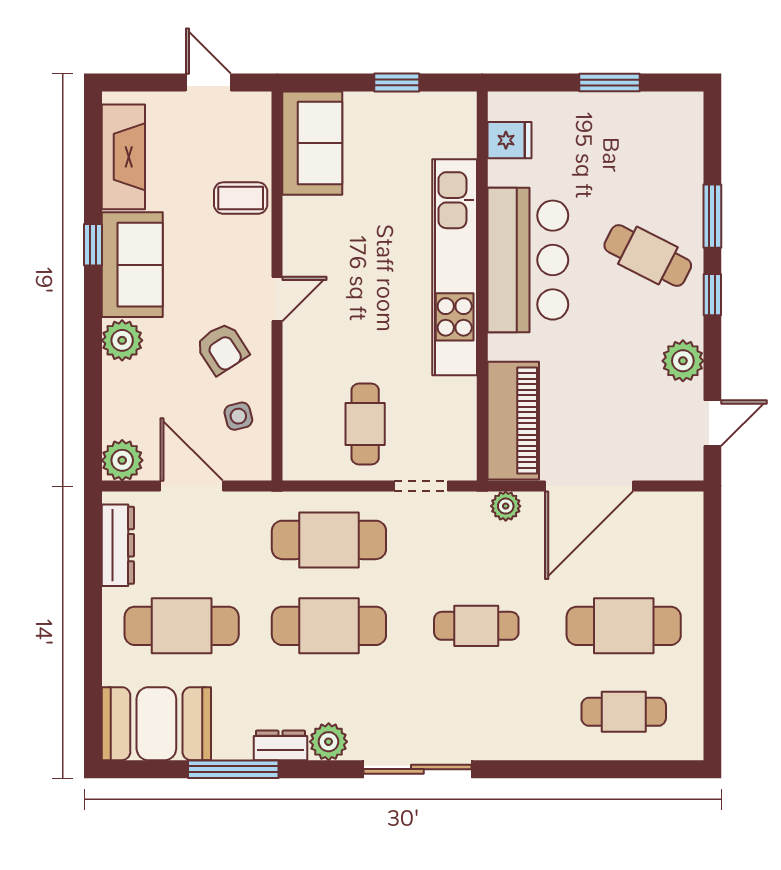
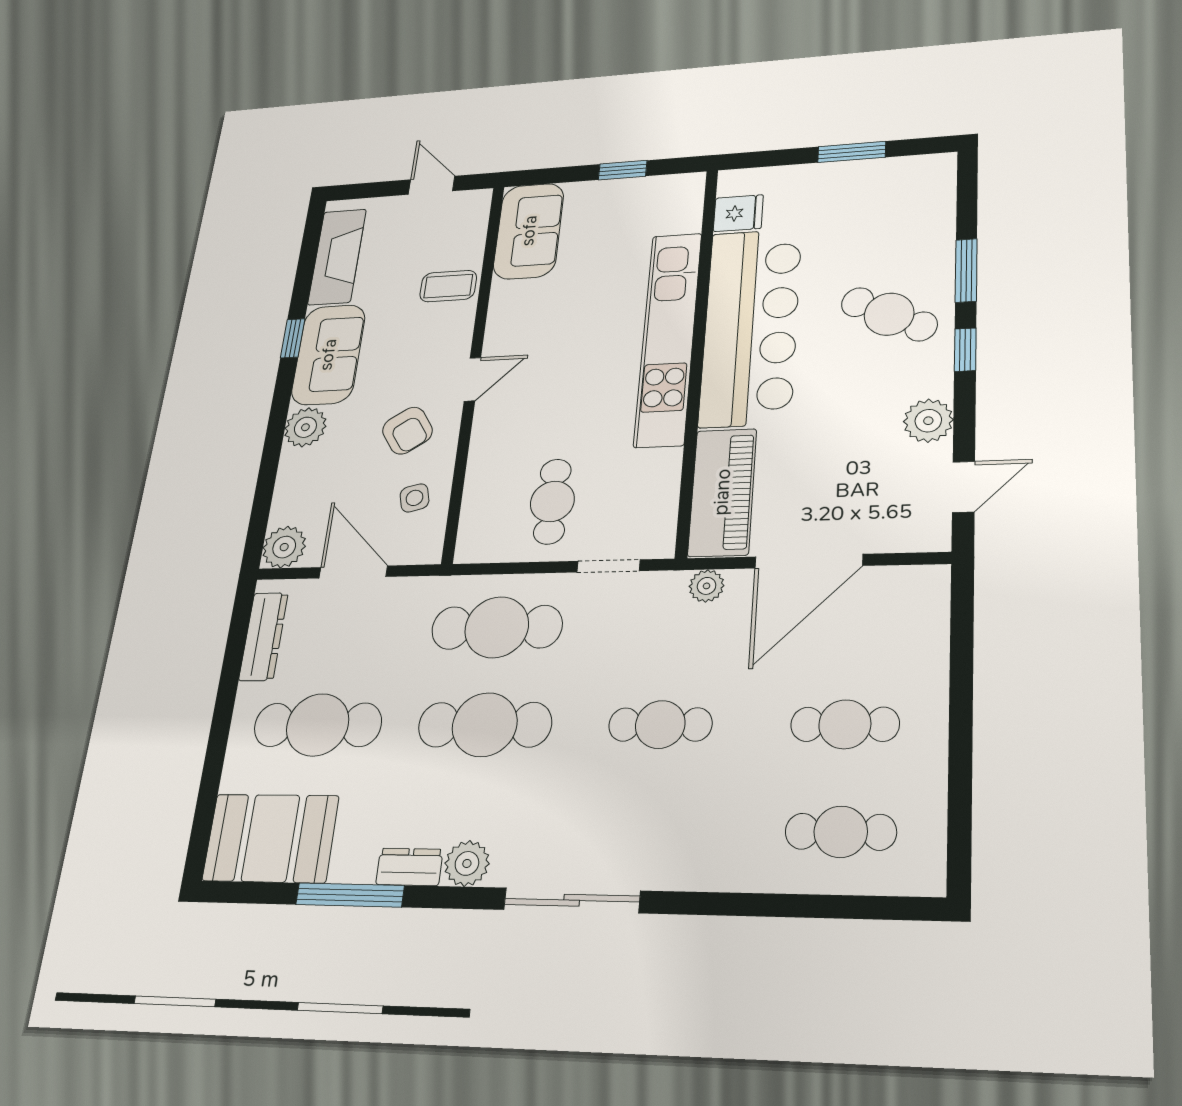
bar counter: (528, 260) -> (751, 326), width x1.36
cafe table: (624, 626) -> (845, 724), width x0.73, depth x0.74

